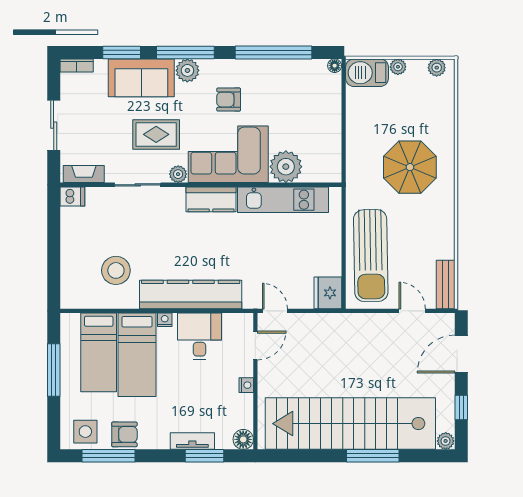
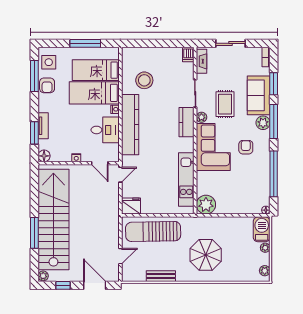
plant: (286, 167) -> (206, 205), moved
kitchen counter: (211, 199) -> (186, 122), moved
bench: (446, 284) -> (161, 276), moved

